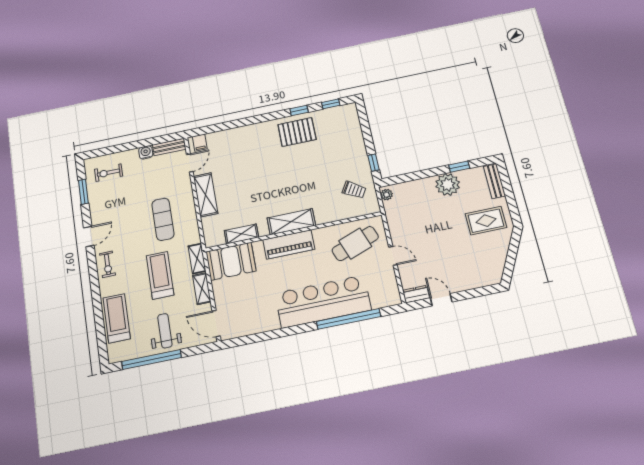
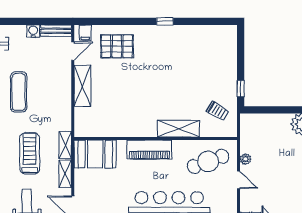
window: (331, 104) -> (214, 21), removed
window: (299, 110) -> (165, 21), moved
pallet: (297, 132) -> (117, 46), moved
plant: (387, 195) -> (245, 159), moved
exercise mat: (163, 219) -> (19, 92), moved
shelving: (291, 222) -> (179, 129), moved
shelving: (241, 234) -> (109, 131), removed

